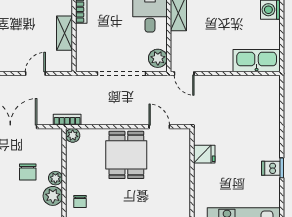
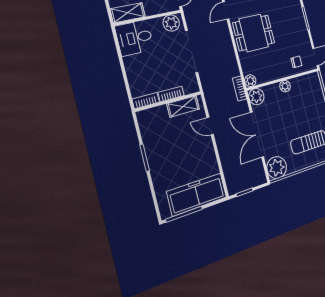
shelving: (65, 33) -> (183, 106), moved
bookcase: (81, 39) -> (171, 94), added
chair: (28, 172) -> (287, 110), removed
plant: (53, 196) -> (256, 97), moved

